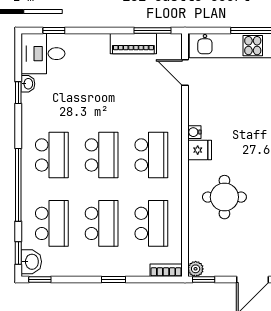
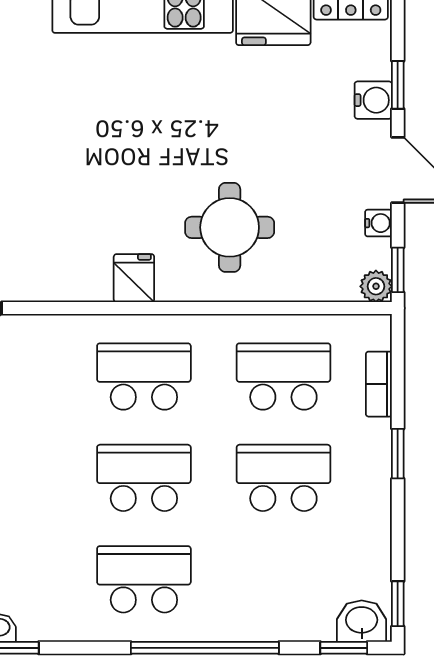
water cooler: (194, 132) -> (378, 223), moved, turned -90
school desk: (52, 223) -> (283, 579), removed
bookcase: (166, 270) -> (379, 384), moved

